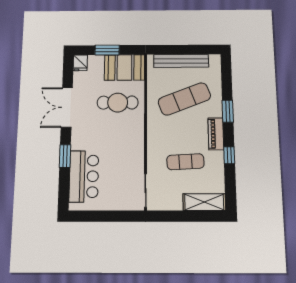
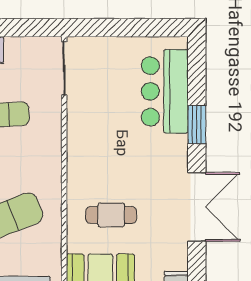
cafe table: (118, 103) -> (111, 215), width x0.73, depth x0.74

